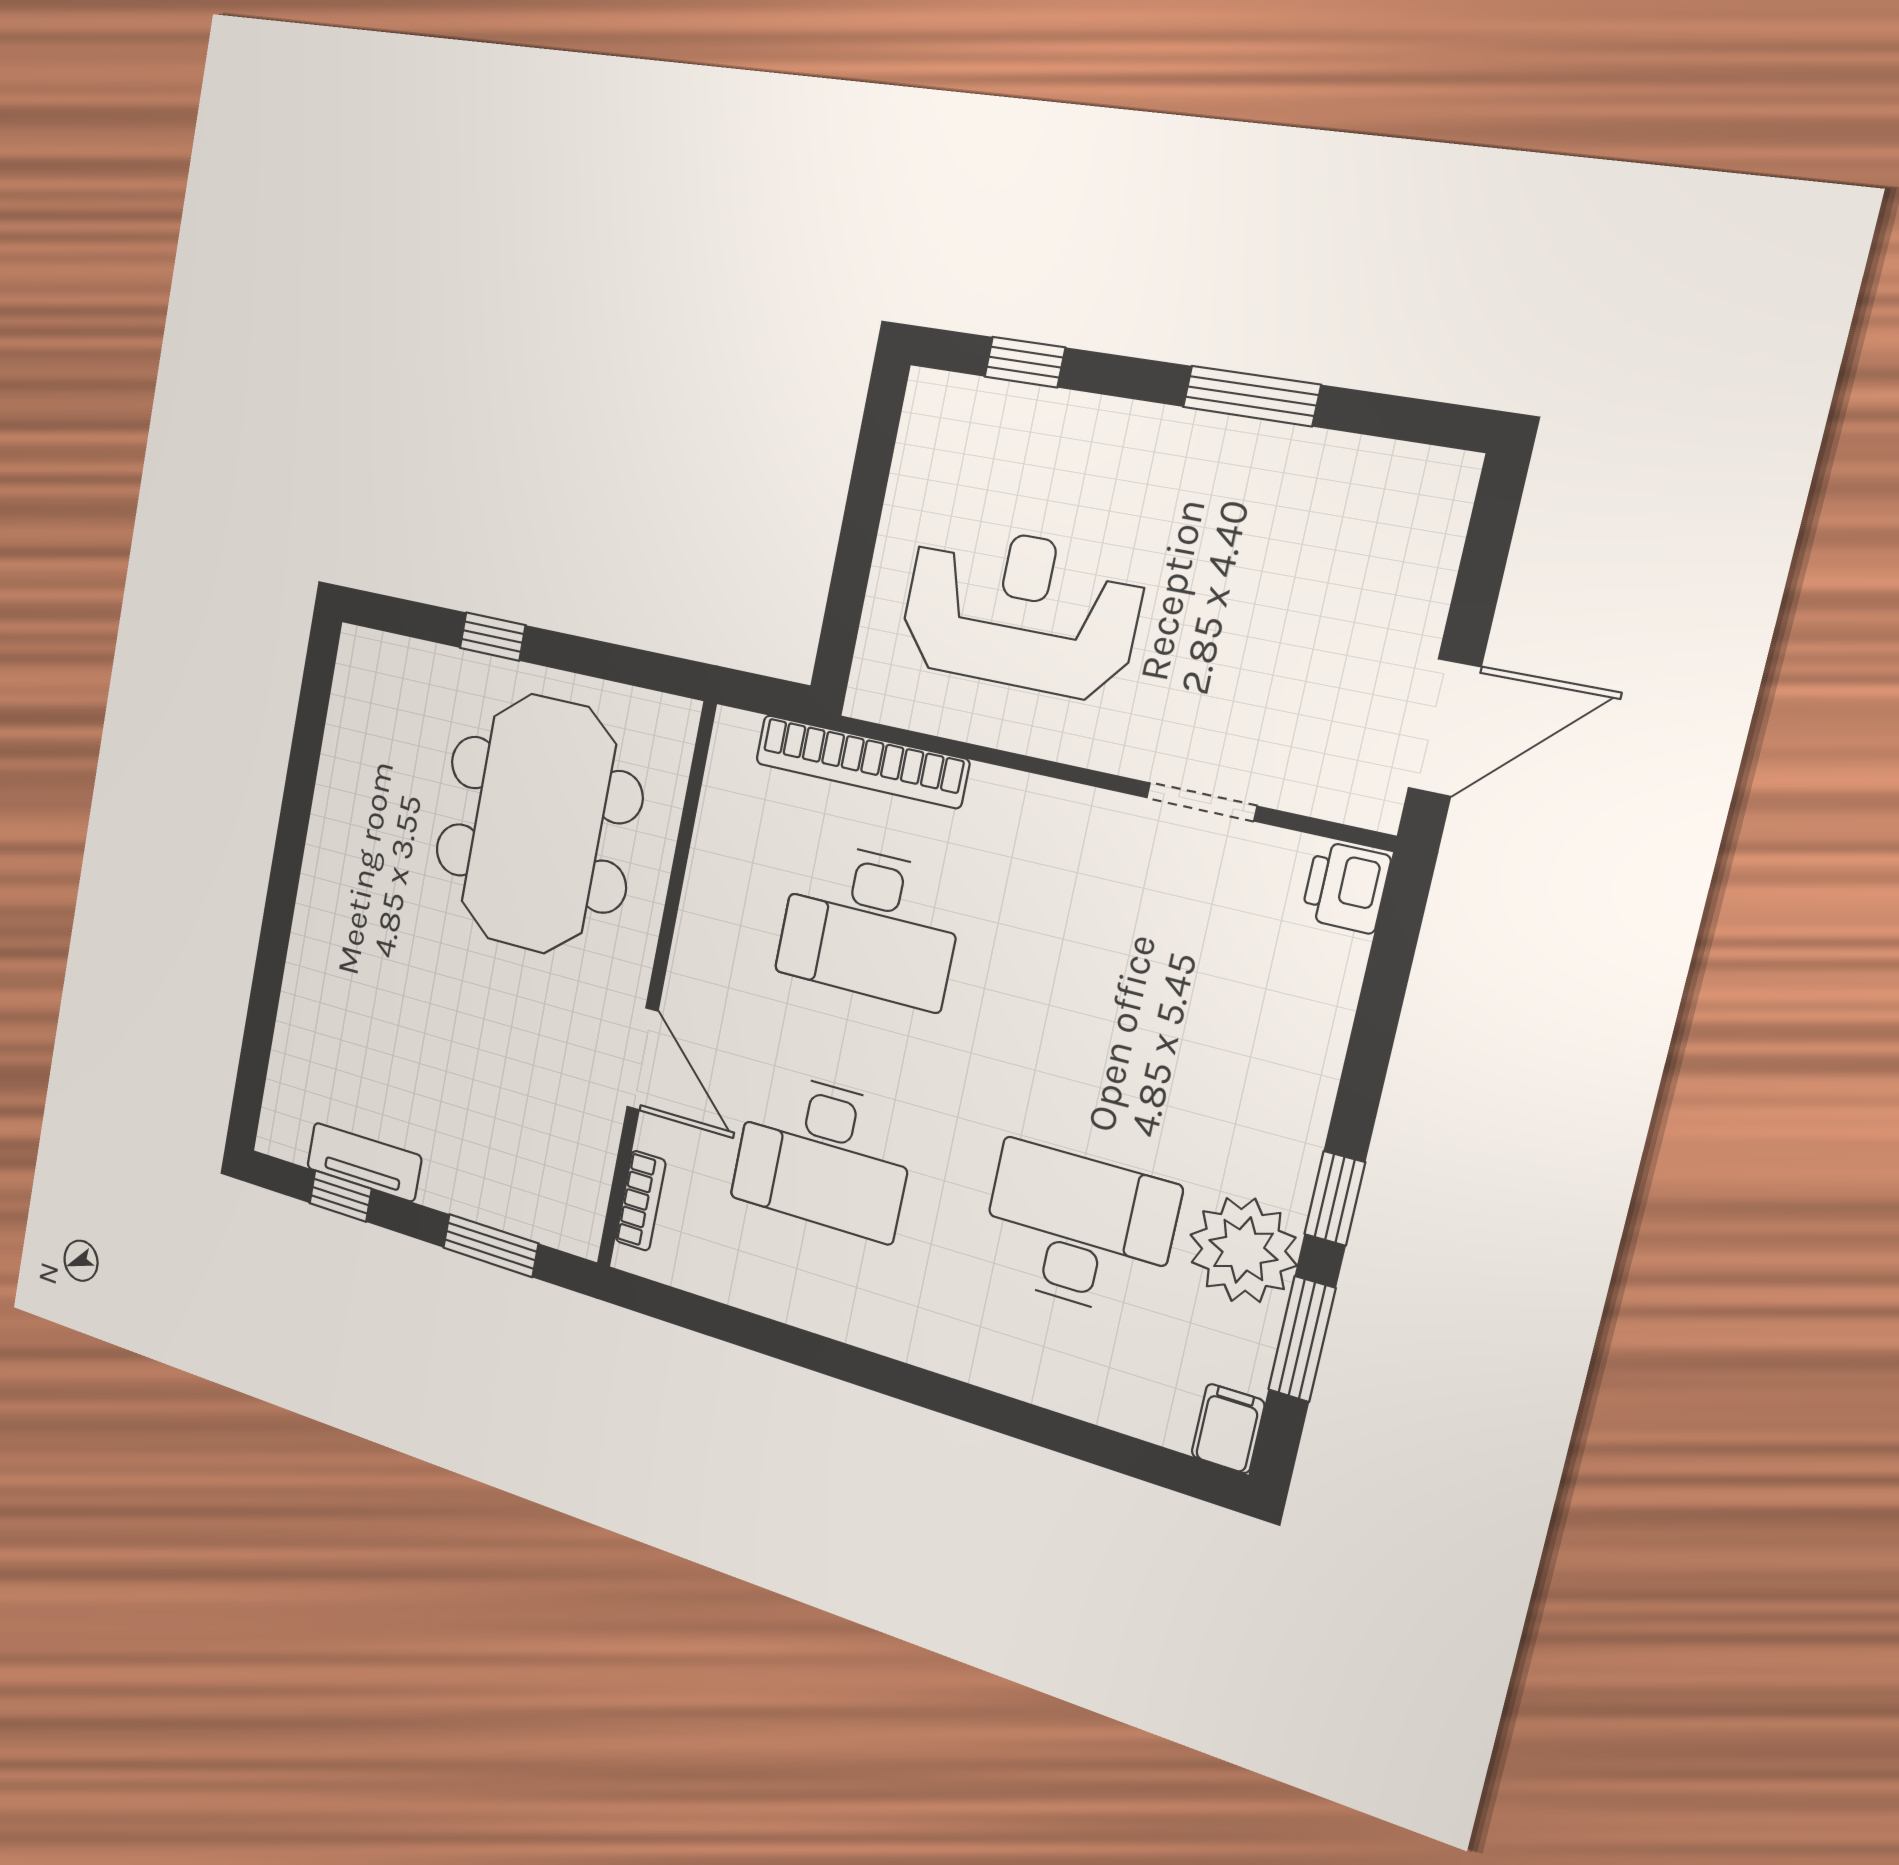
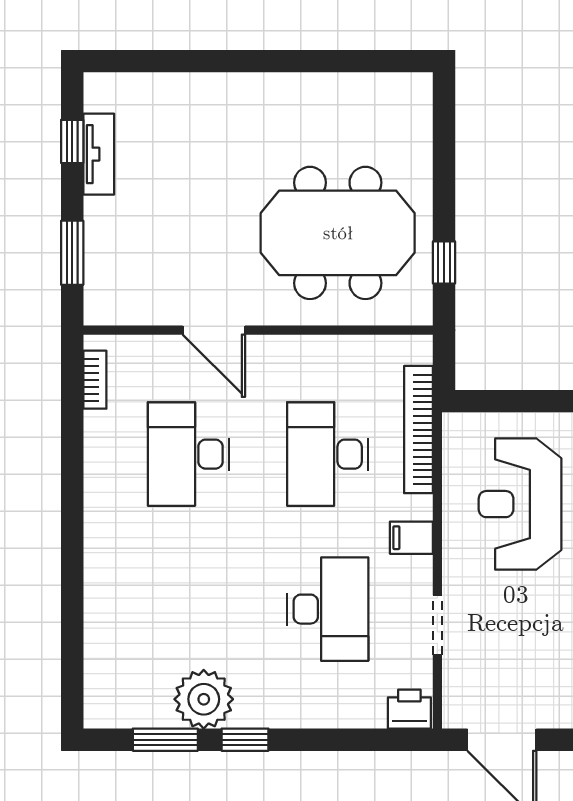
reception desk: (1020, 611) -> (520, 504), turned 180
window: (493, 637) -> (444, 262), moved
door: (643, 1059) -> (214, 330), hinge flipped
bookcase: (641, 1201) -> (95, 380), moved, turned -90
desk: (1078, 1230) -> (328, 609), moved
filing cabinet: (1228, 1429) -> (411, 538), moved, turned 180

